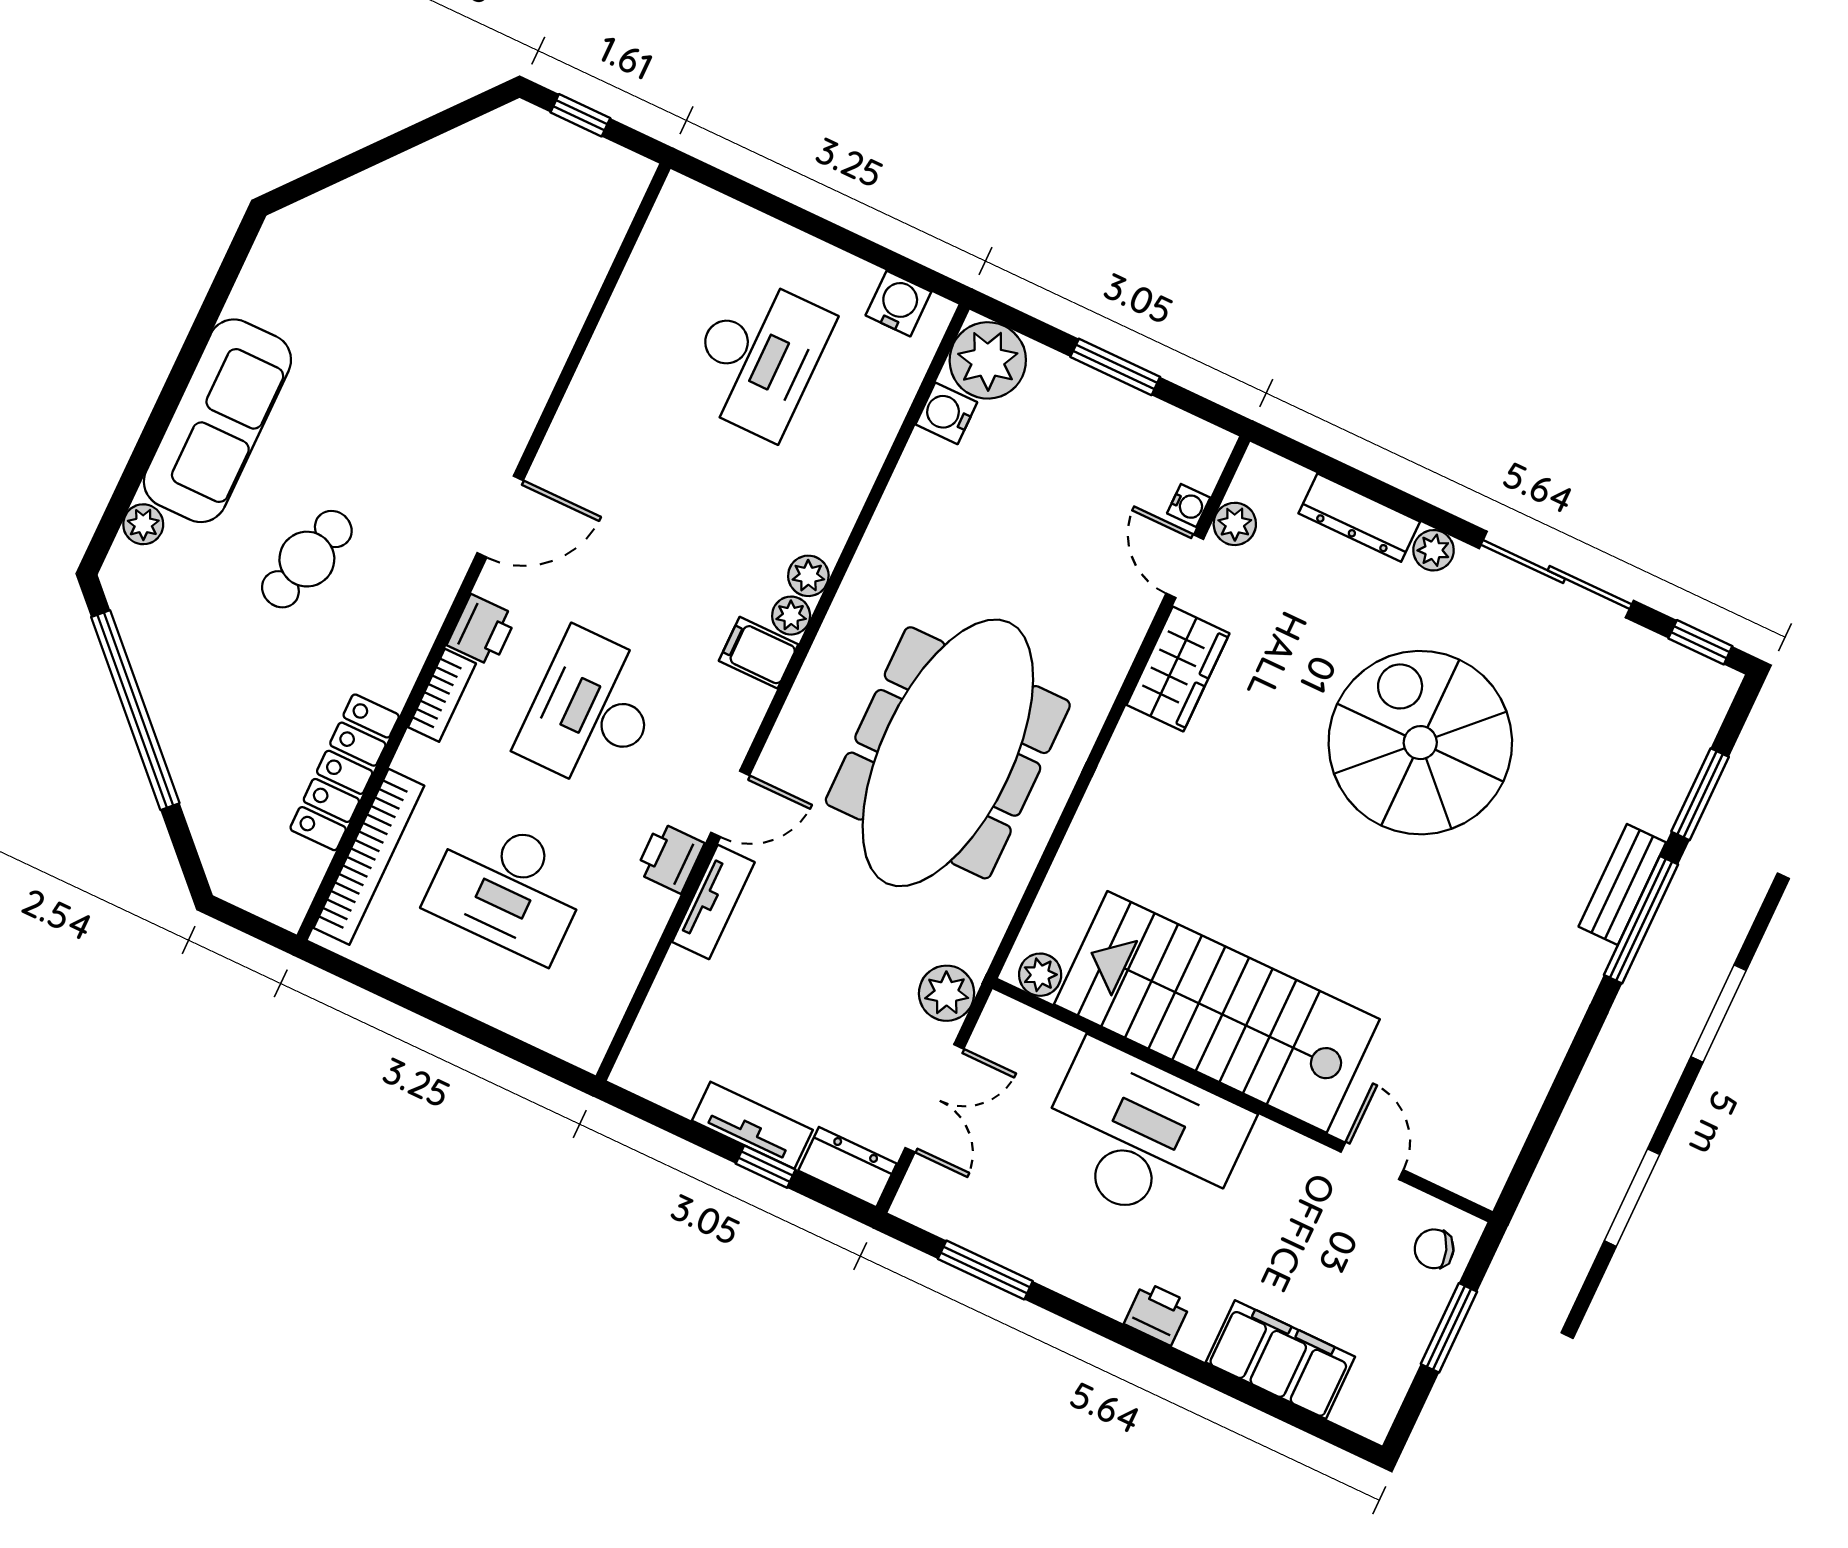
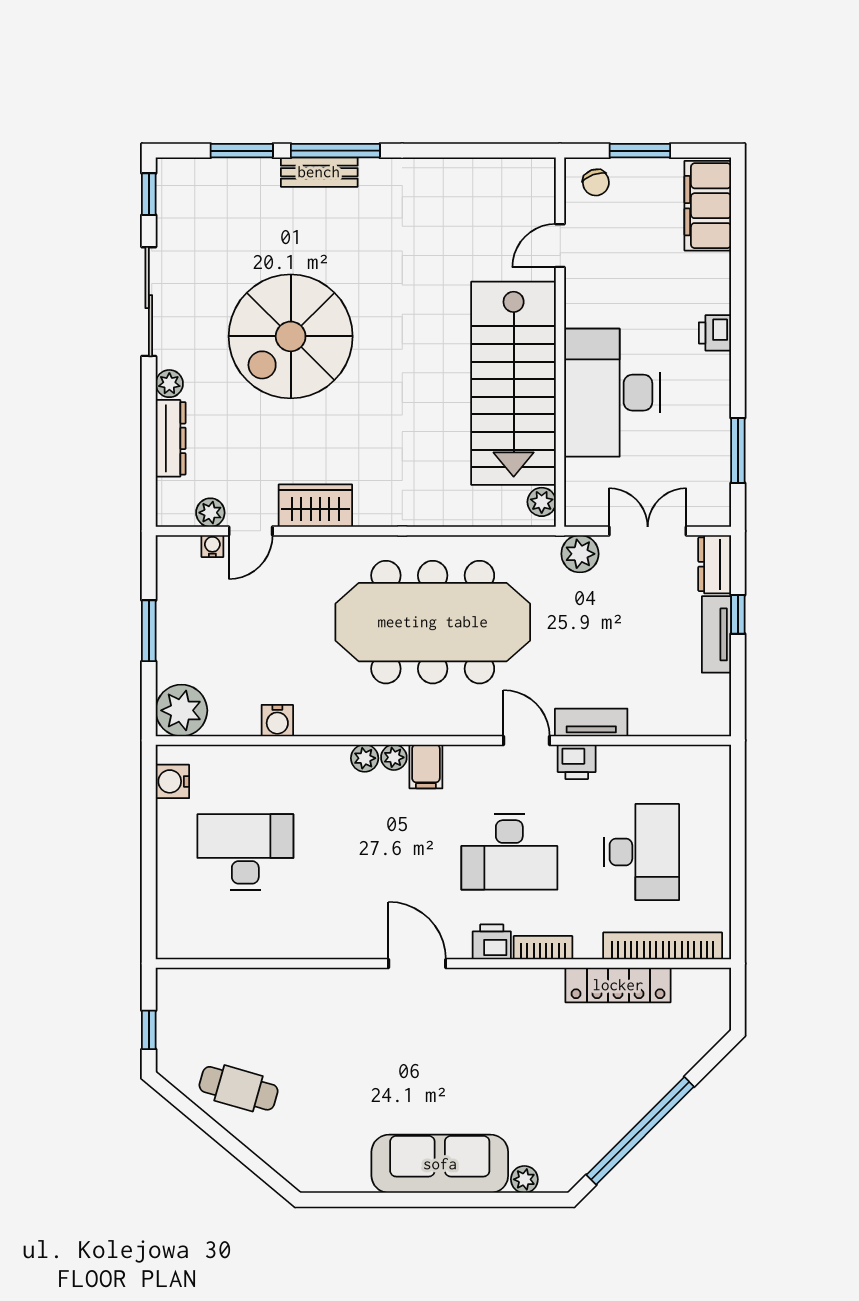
water cooler: (946, 413) -> (277, 721), moved
cafe table: (307, 559) -> (239, 1088), moved
filing cabinet: (1280, 1360) -> (708, 206), moved

